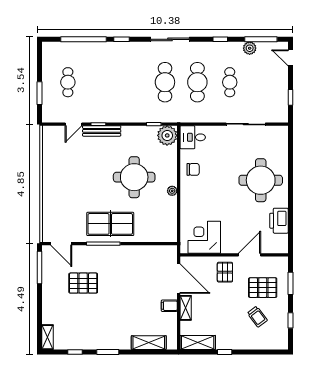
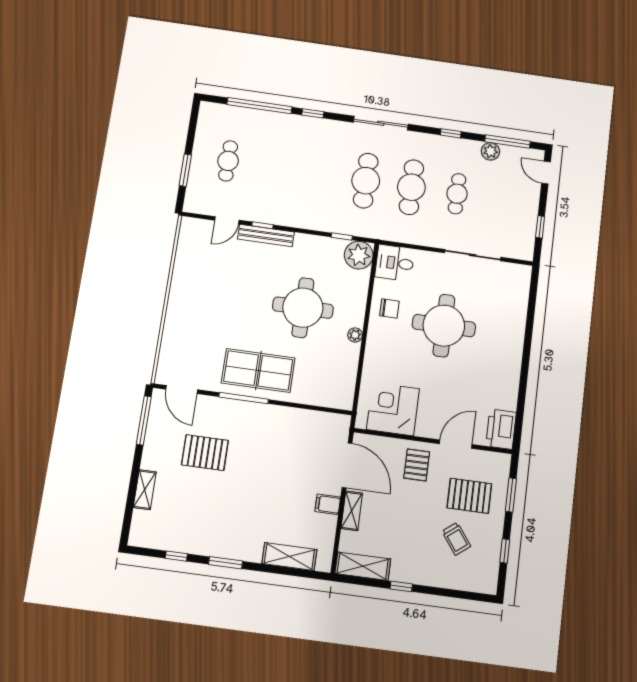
round table: (261, 180) -> (444, 326), moved
printer: (279, 221) -> (501, 429), moved
shelving: (48, 337) -> (145, 490), moved

